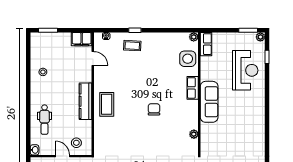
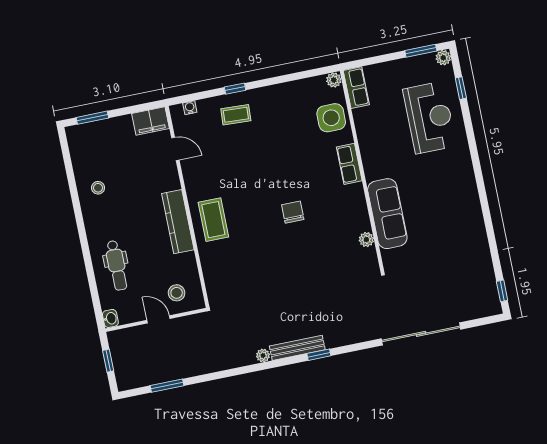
sofa: (209, 102) -> (387, 214), moved

